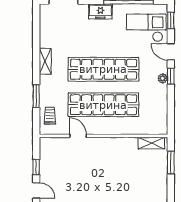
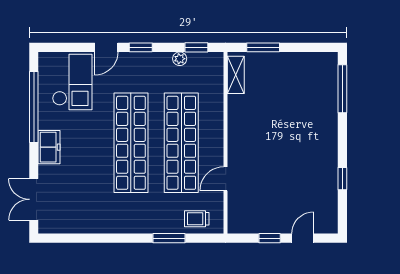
window: (171, 21) -> (196, 47), moved
checkout: (146, 28) -> (72, 82), turned 180
shelving: (45, 61) -> (120, 225), removed
plant: (163, 78) -> (180, 59), moved

